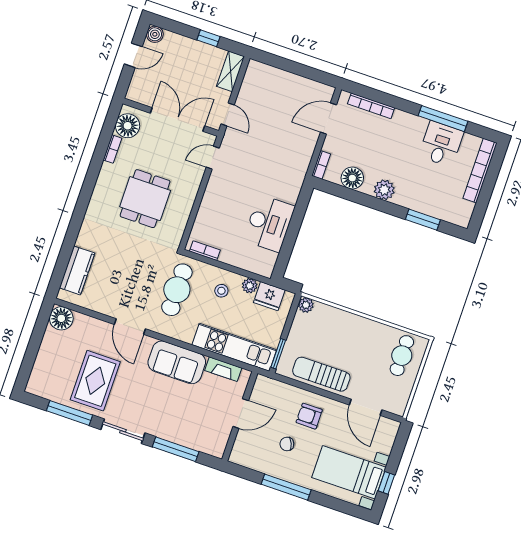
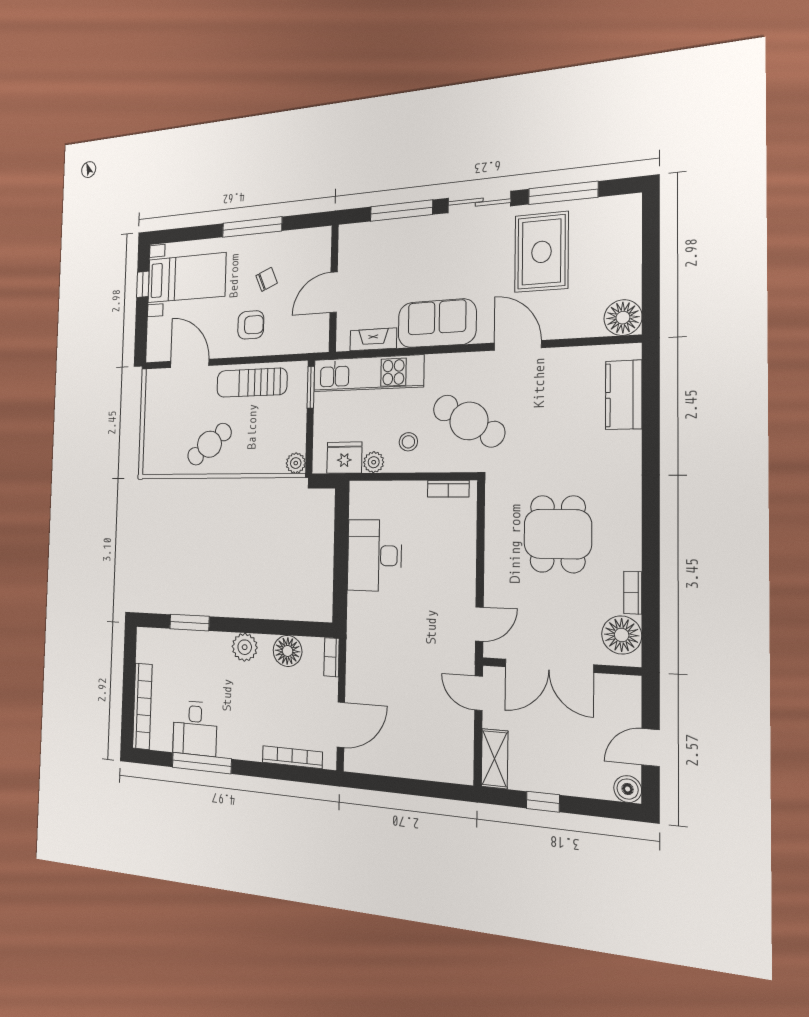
cafe table: (177, 290) -> (469, 421), turned -60
cafe table: (402, 356) -> (209, 444), moved, turned 52
sun lounger: (321, 374) -> (252, 383), turned 180

